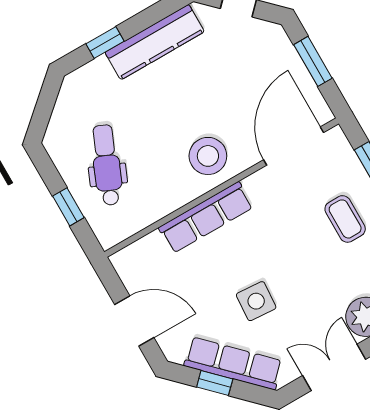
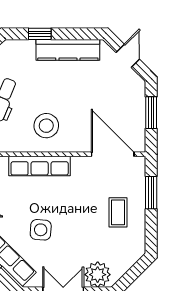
door: (294, 146) -> (113, 154), hinge flipped
stool: (208, 156) -> (46, 126), moved

